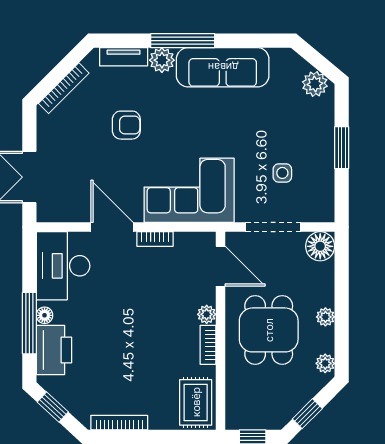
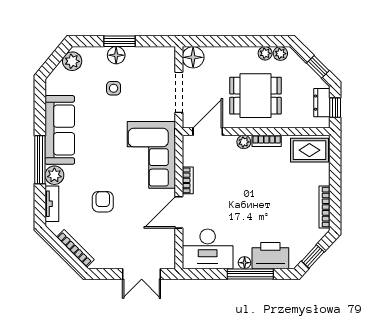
floor lamp: (323, 143) -> (116, 55), added
side table: (282, 173) -> (114, 88), moved
plant: (325, 317) -> (265, 53), moved
dresser: (259, 419) -> (322, 103), added

